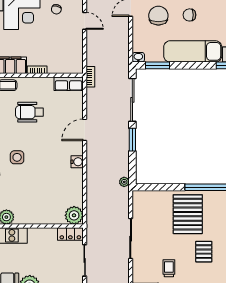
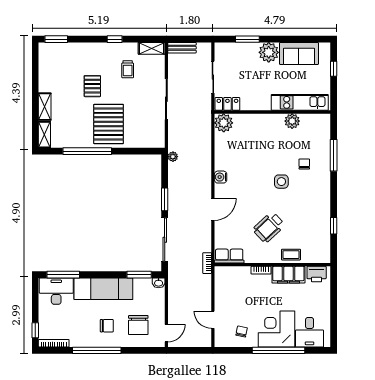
wheelchair: (29, 112) -> (269, 227), turned 137

